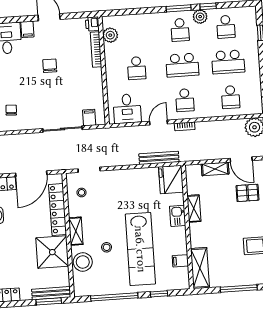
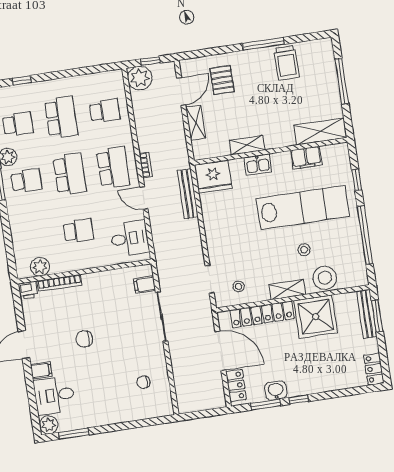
school desk: (185, 100) -> (113, 168), width x1.85
filing cabinet: (180, 261) -> (306, 158), width x2.00

